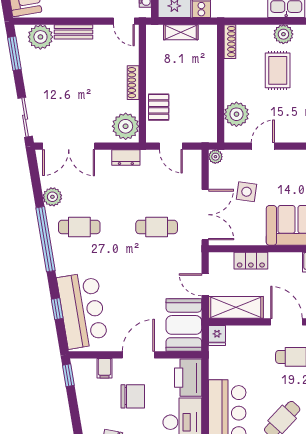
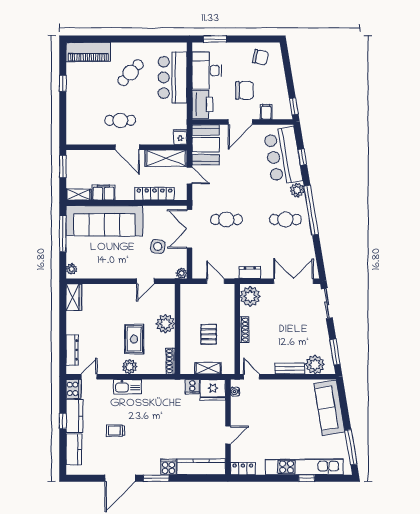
pallet: (159, 107) -> (209, 334), moved
plant: (236, 114) -> (165, 324), moved
plant: (52, 197) -> (297, 190), moved
locker: (251, 261) -> (154, 194), width x1.53
chair: (133, 396) -> (245, 90), turned 180

